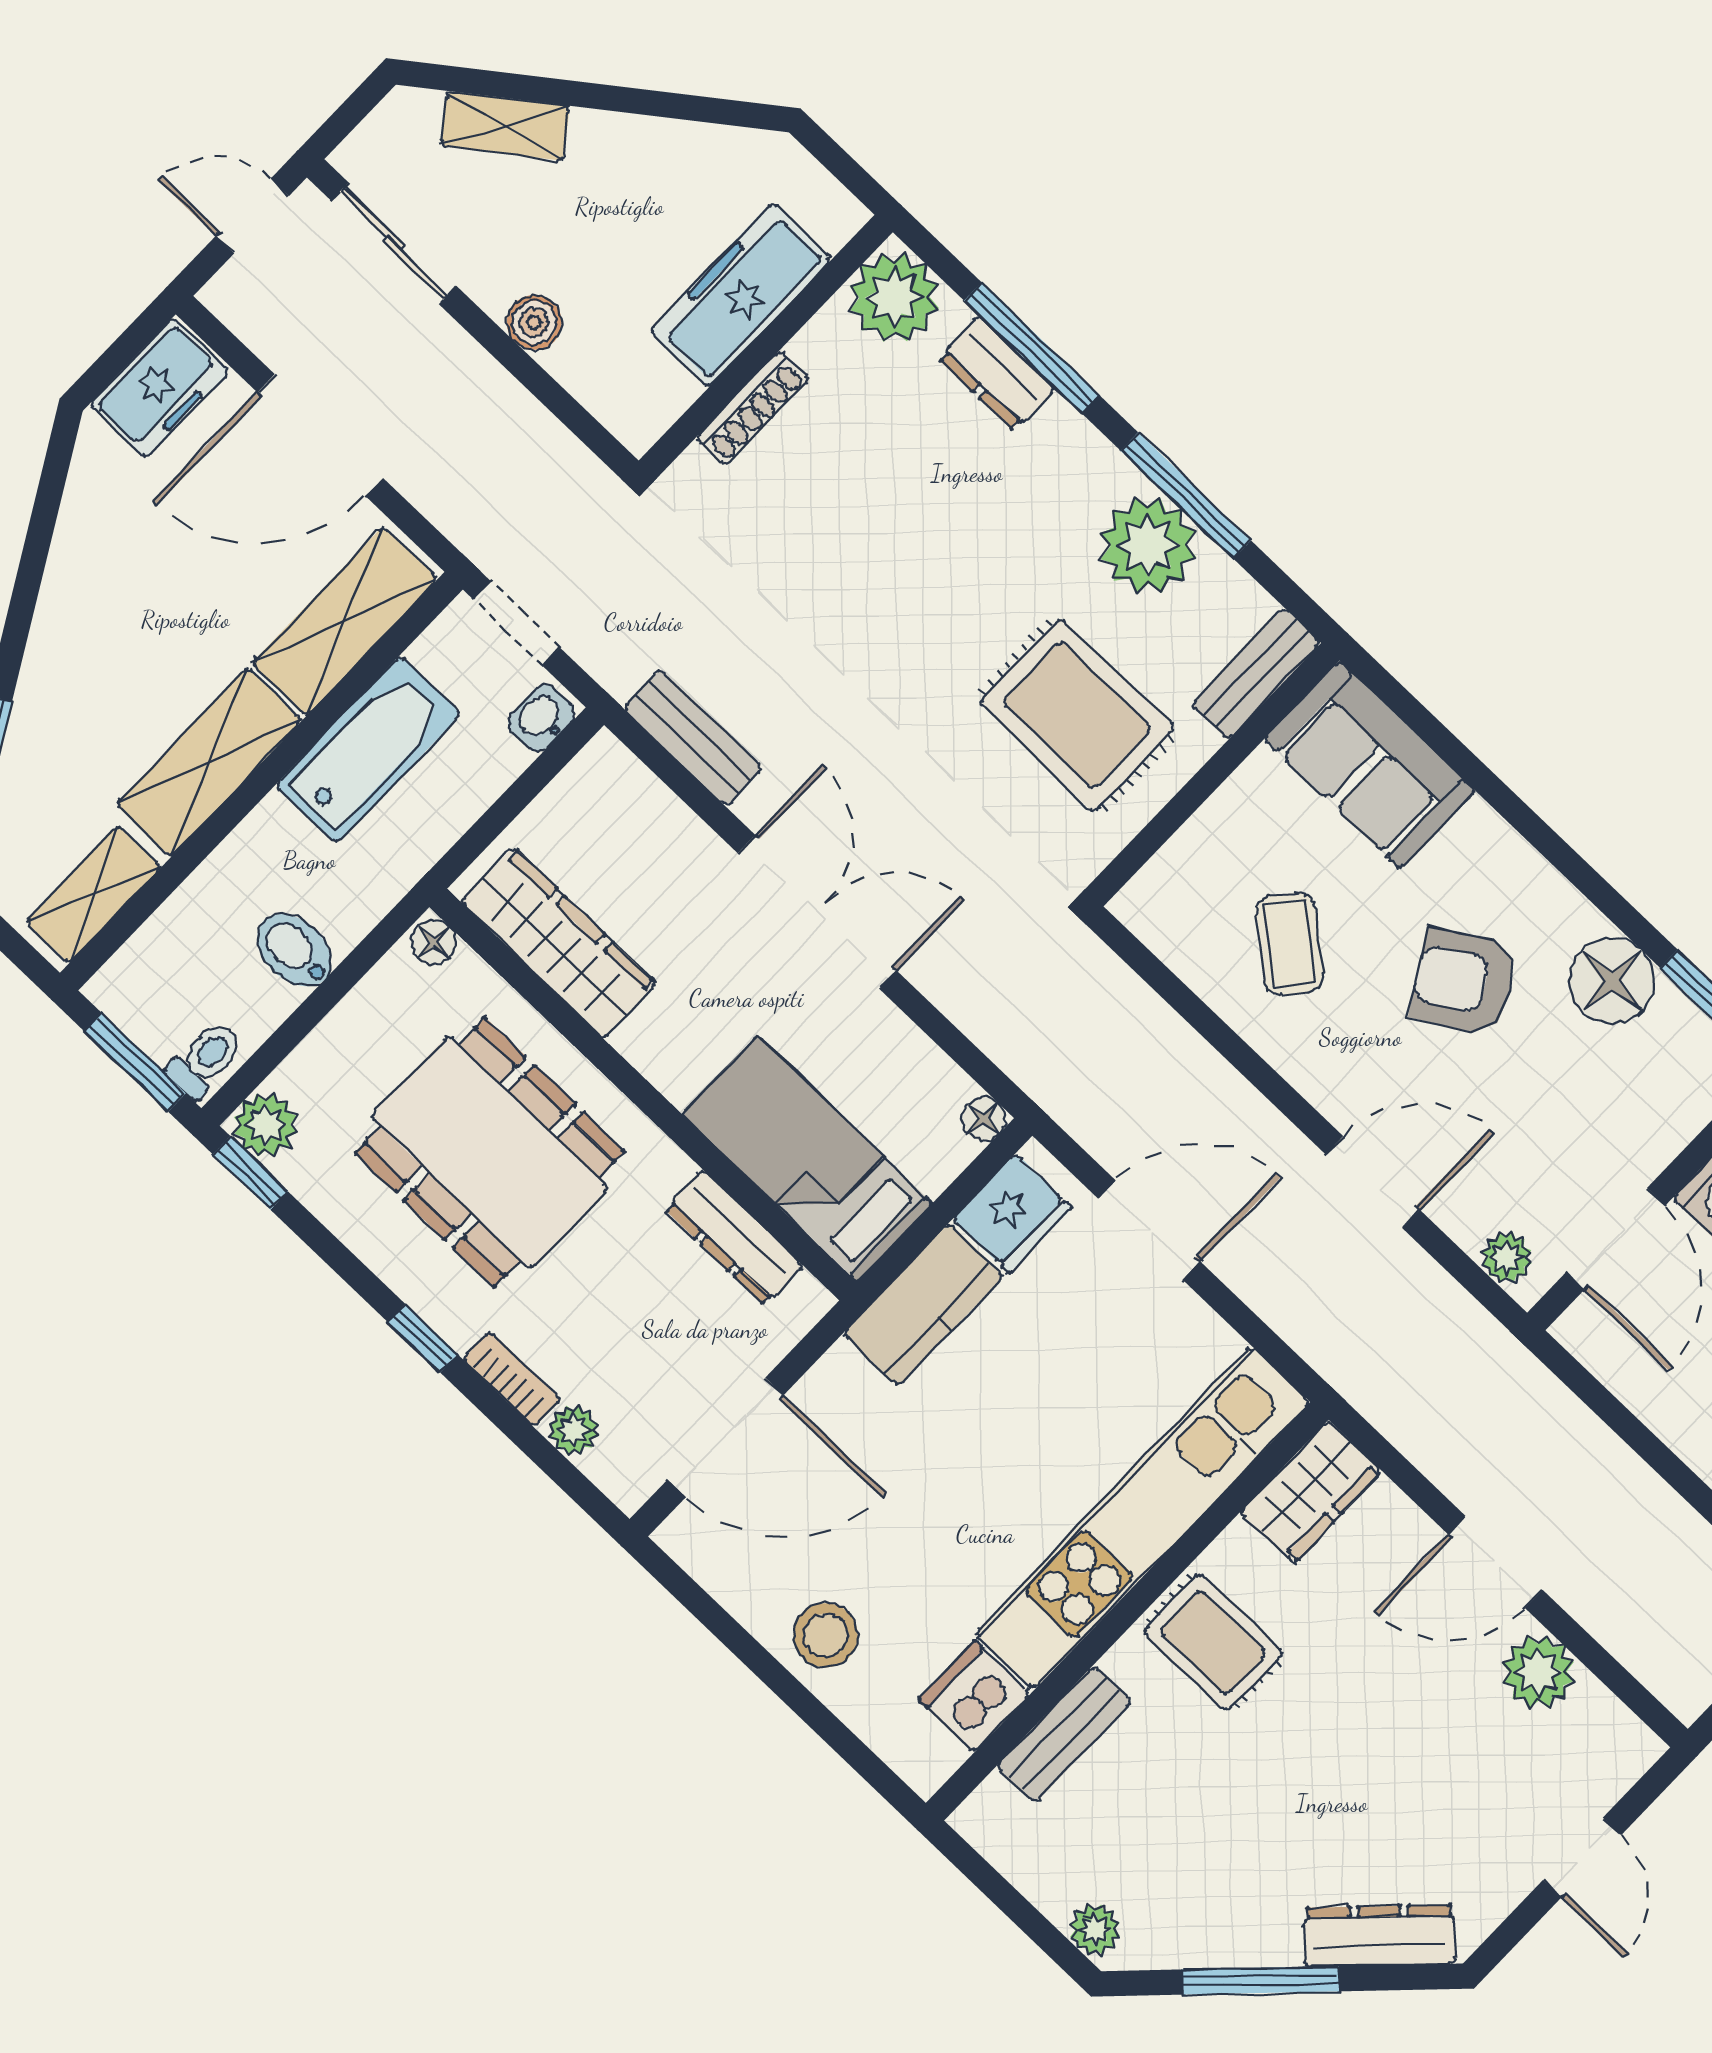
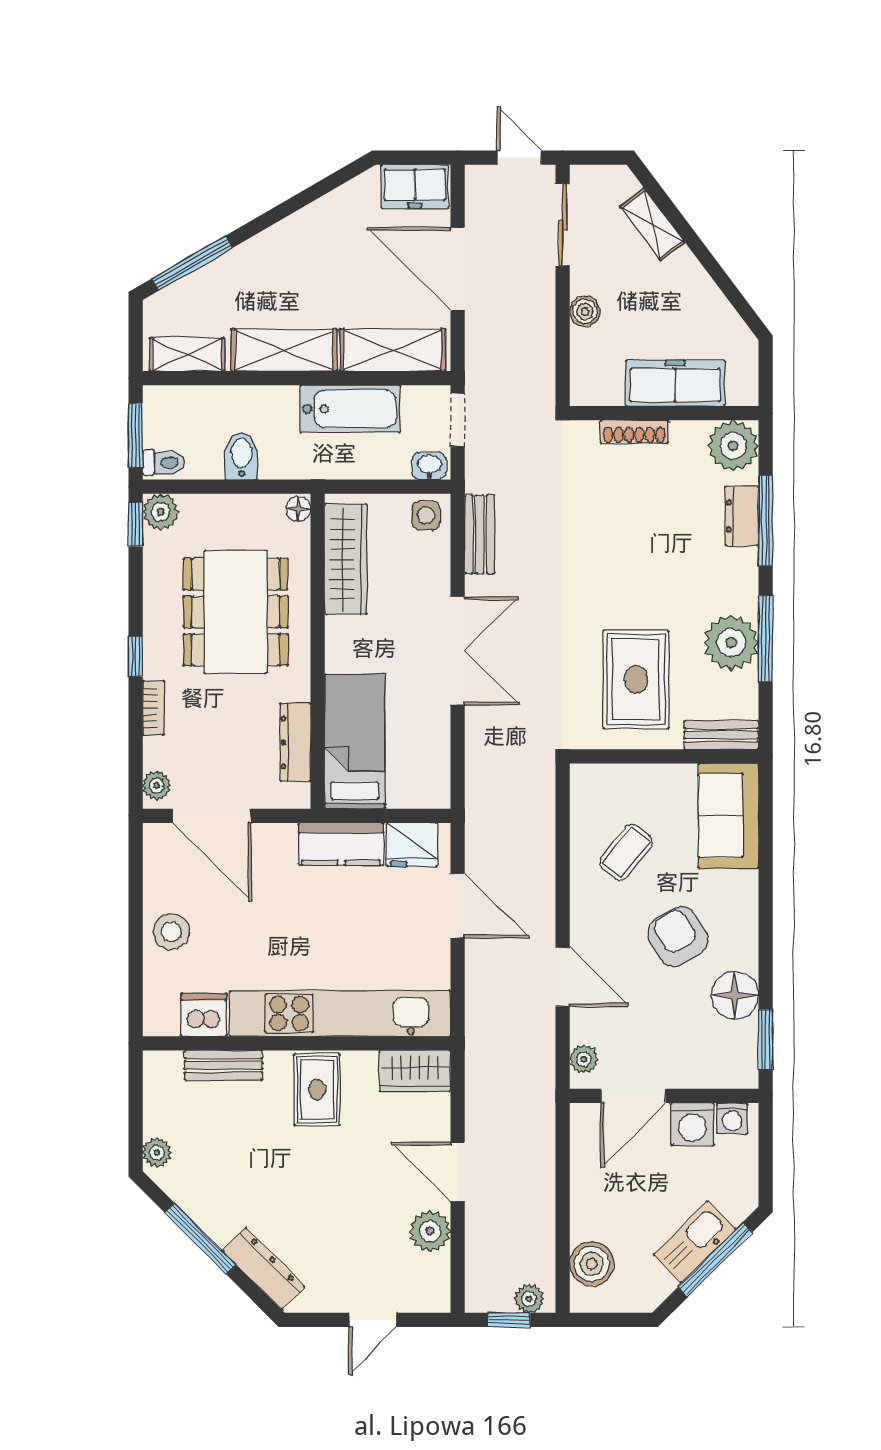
side table: (602, 784) -> (426, 516), added
floor lamp: (984, 1119) -> (439, 797), removed
plant: (574, 1430) -> (157, 785), moved

